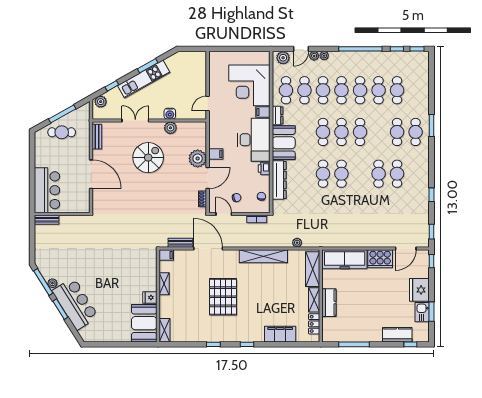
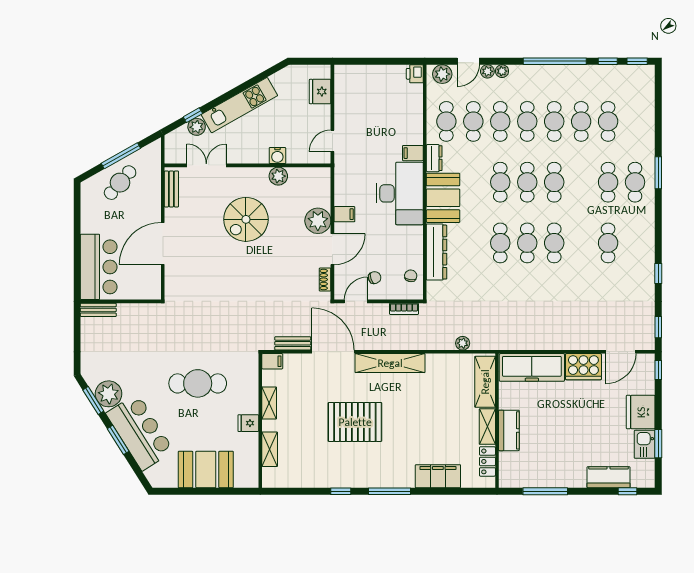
window: (148, 66) -> (245, 86), removed
fridge: (199, 70) -> (320, 92), added
corner desk: (249, 85) -> (393, 114), removed
plant: (101, 102) -> (197, 127), moved
double door: (135, 120) -> (206, 165), moved
cafe table: (62, 132) -> (120, 183), turned -49
spiral stairs: (148, 158) -> (246, 219), turned 180
printer: (264, 168) -> (415, 74), moved
door: (91, 174) -> (163, 244), swing flipped
cafe table: (379, 174) -> (554, 243), moved
door: (224, 214) -> (356, 301), hinge flipped
shelving: (263, 256) -> (390, 363), moved
cafe table: (115, 270) -> (198, 383), added
window: (43, 282) -> (93, 400), width x0.69
plant: (52, 283) -> (109, 394), width x1.87, depth x1.87
pallet: (223, 297) -> (355, 422), turned 90
booth: (144, 323) -> (206, 469), moved, turned 90
shelving: (164, 330) -> (270, 449), moved
window: (247, 344) -> (390, 491), width x2.17

